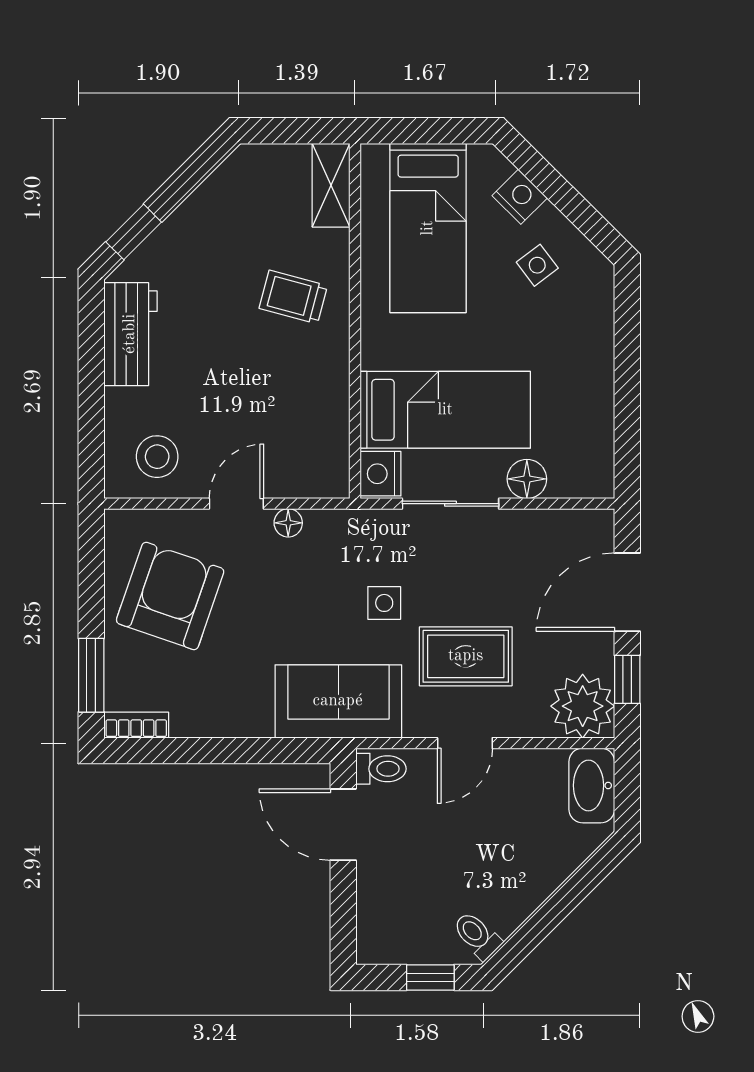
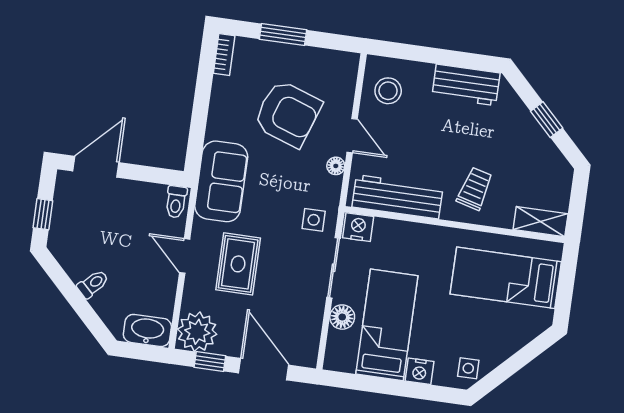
nightstand: (520, 197) -> (419, 371), moved, turned 45
window: (134, 232) -> (547, 120), moved
side table: (537, 265) -> (468, 368), moved, turned 37
bed: (445, 410) -> (387, 325), moved, turned 180
workbench: (324, 418) -> (397, 197), added
armchair: (170, 596) -> (288, 114), moved
side table: (384, 603) -> (314, 220), moved
window: (91, 675) -> (283, 34), moved
door: (343, 825) -> (96, 167), moved
toilet: (477, 935) -> (93, 284), moved

